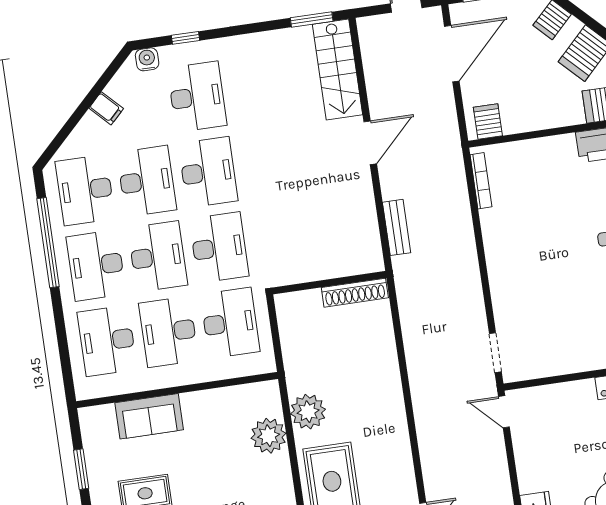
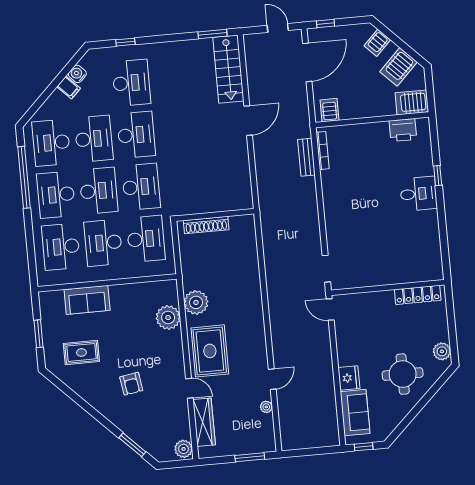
water cooler: (147, 59) -> (77, 74), moved, turned -45
bench: (397, 227) -> (306, 157), moved
shoe rack: (355, 293) -> (206, 225), moved

